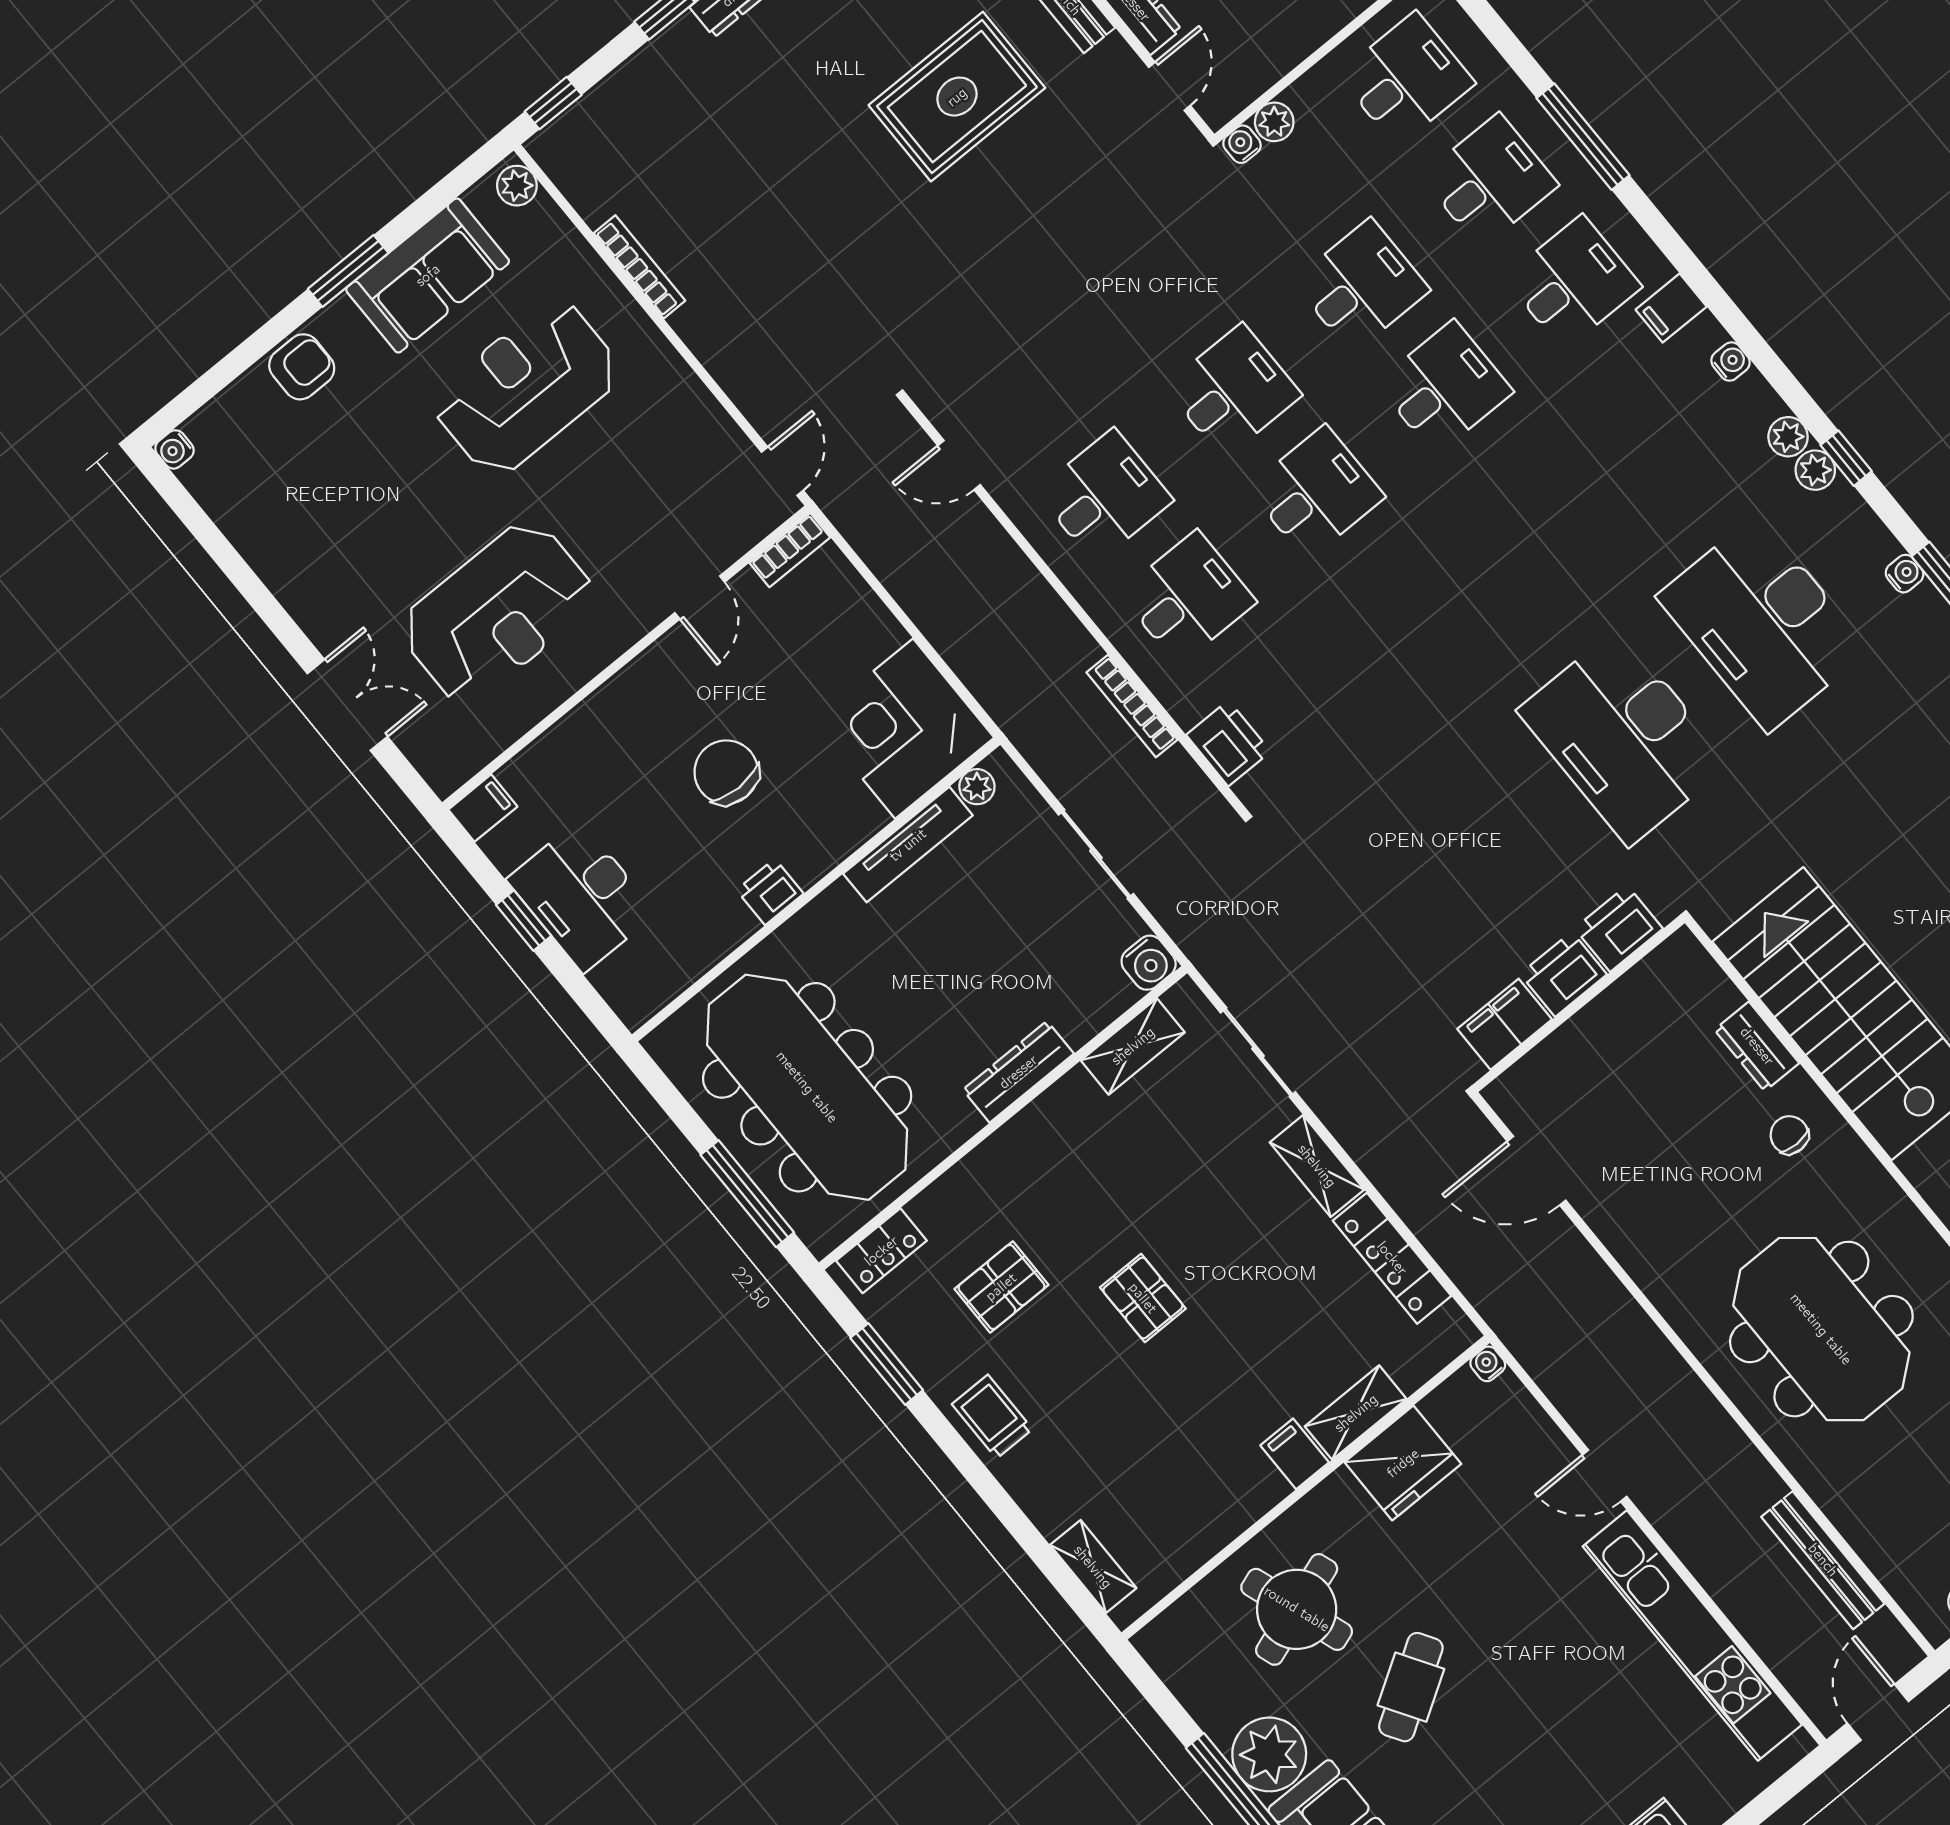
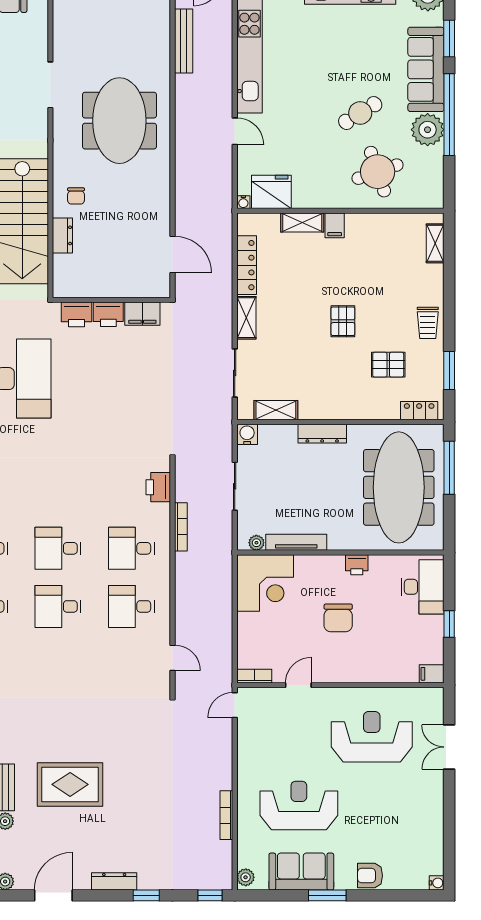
reception desk: (526, 387) -> (299, 806), turned 180
desk: (582, 896) -> (422, 587), moved
fridge: (1403, 1463) -> (271, 192), moved

